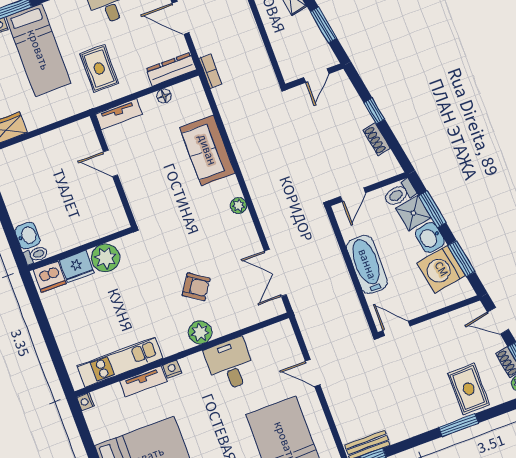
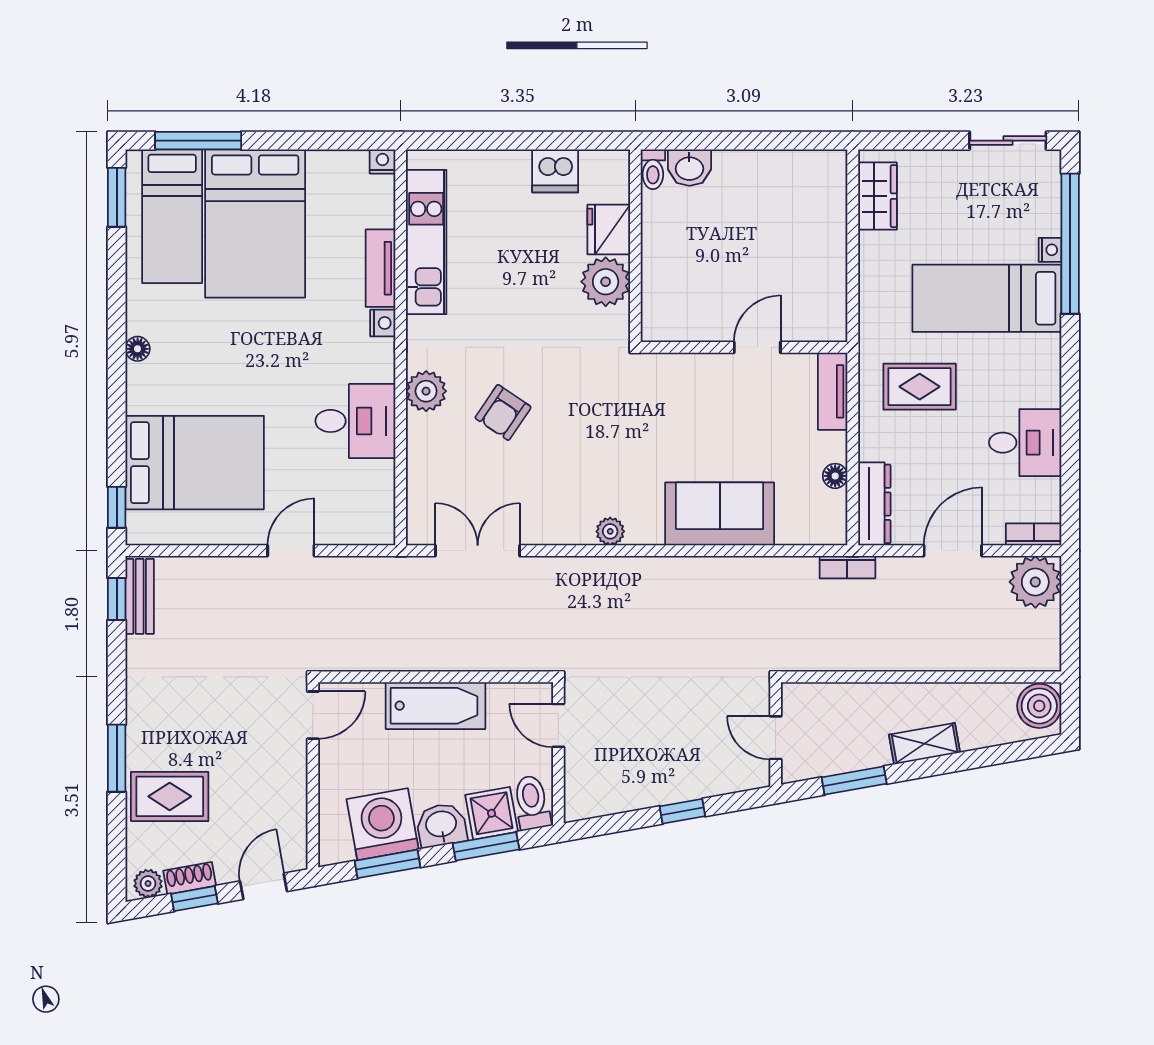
shoe rack: (377, 139) -> (635, 798), removed
dishwasher: (50, 277) -> (555, 171), moved, turned -90

